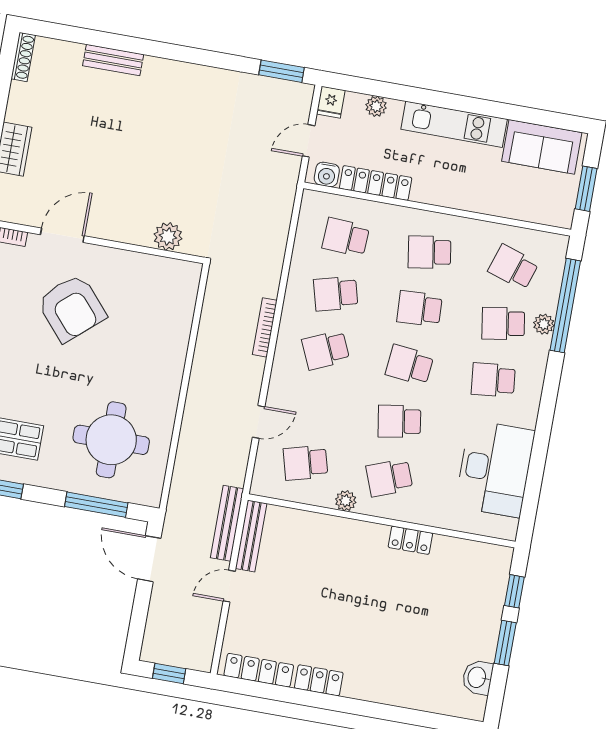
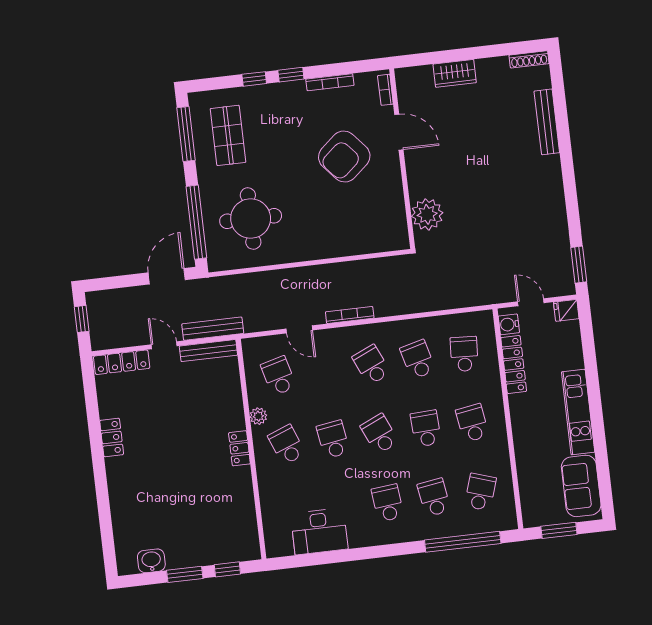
bench: (113, 60) -> (547, 122), width x1.36
plant: (376, 106) -> (574, 347), removed
plant: (168, 236) -> (427, 214), width x1.36, depth x1.36
plant: (544, 324) -> (443, 529), removed
bookcase: (265, 327) -> (350, 315), moved
school desk: (409, 365) -> (379, 434), turned -30
desk: (495, 469) -> (319, 531), width x0.73, depth x0.77
window: (96, 505) -> (196, 222), width x1.46
locker: (410, 540) -> (239, 448), moved
locker: (259, 670) -> (122, 362), moved, turned 90

